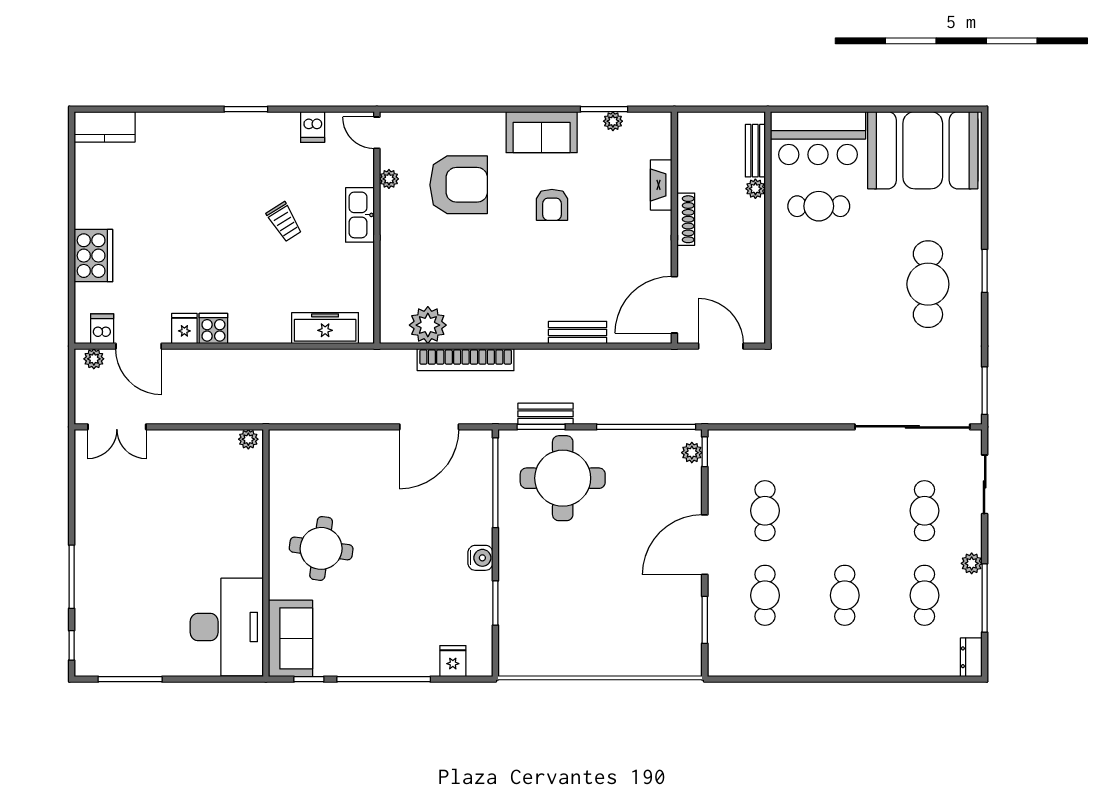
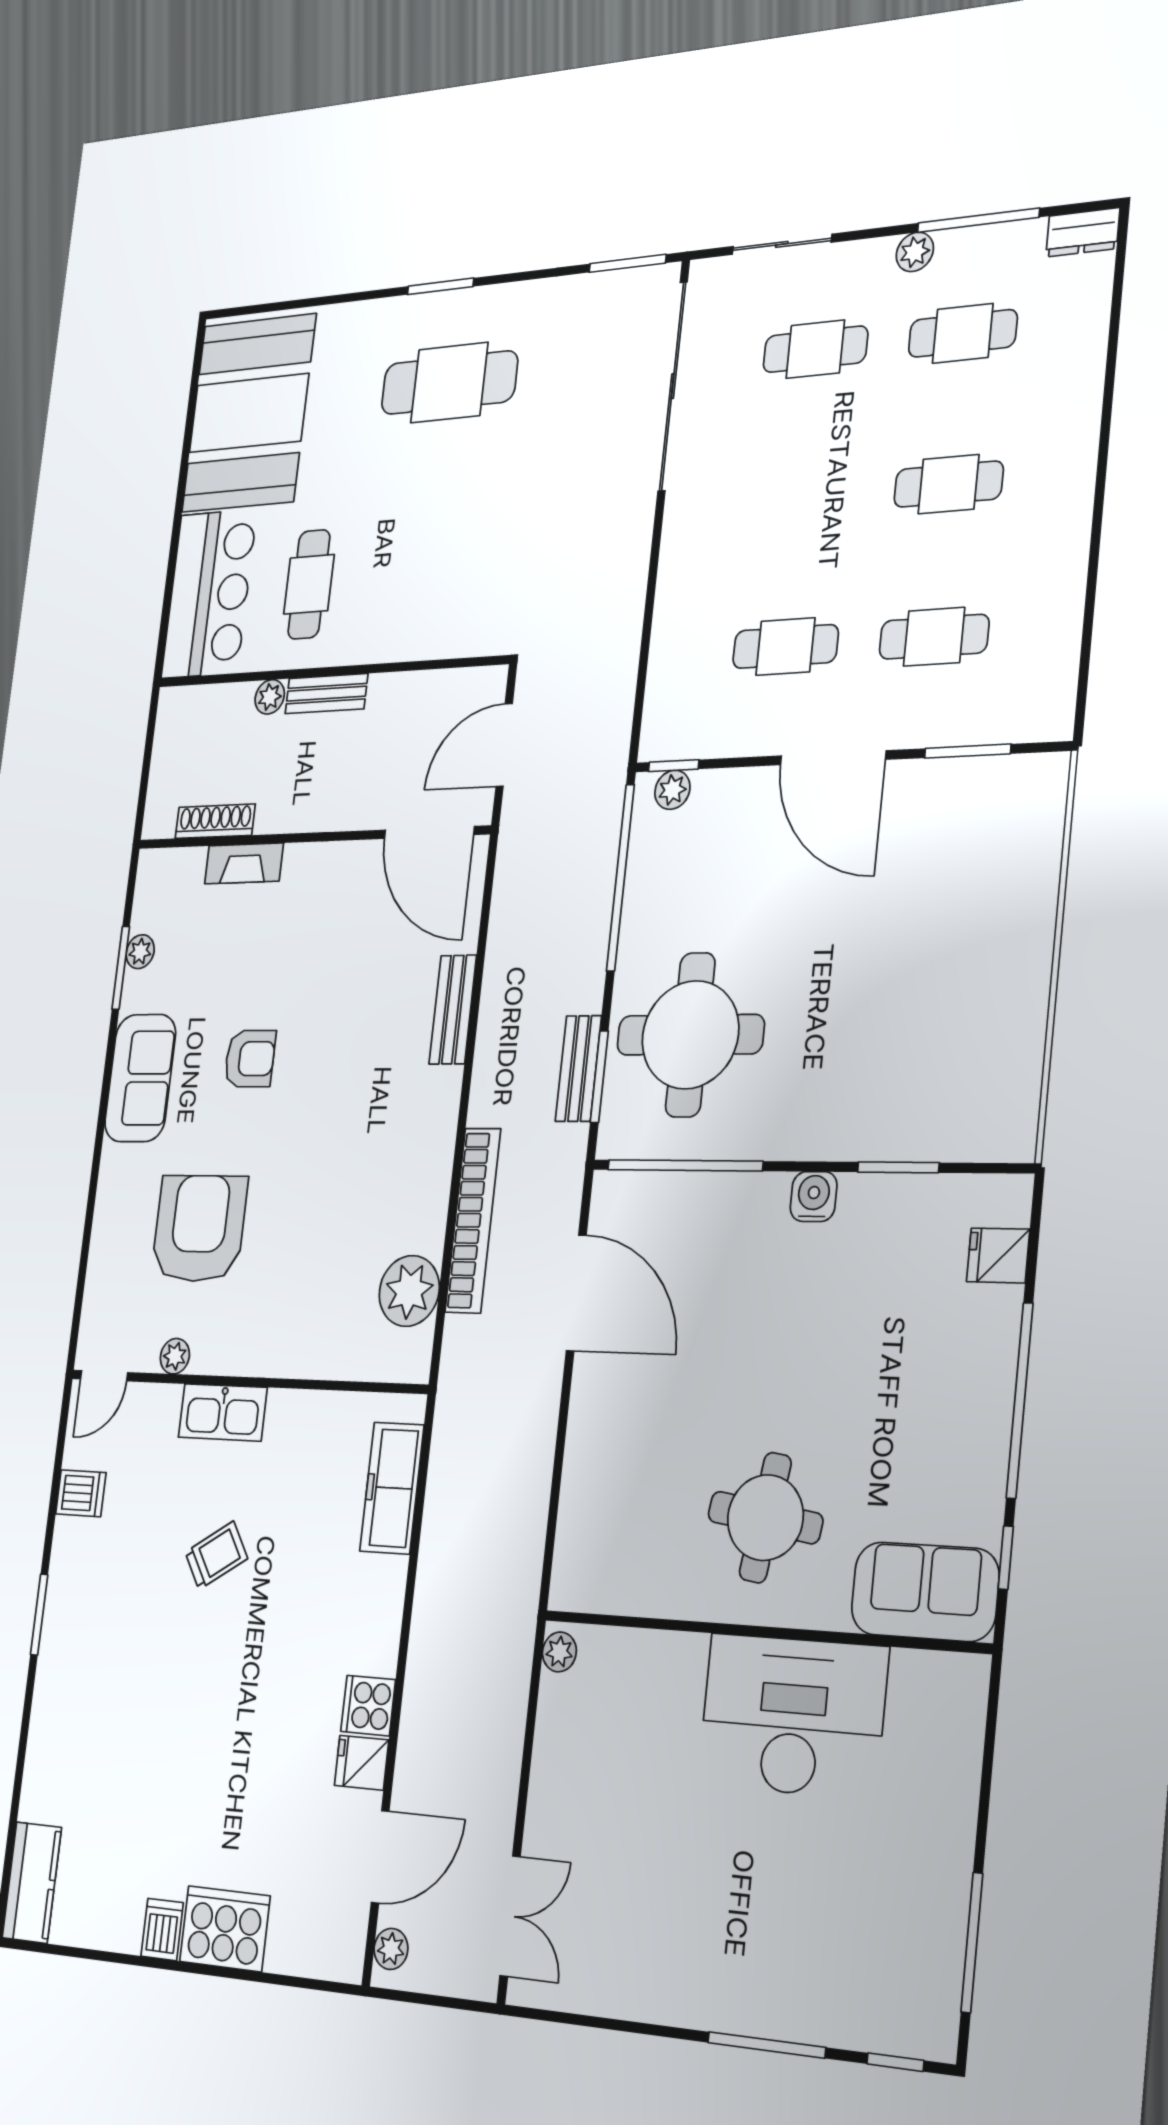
bench: (755, 151) -> (326, 694), moved
shoe rack: (686, 219) -> (215, 821), moved
dishwasher: (102, 329) -> (162, 1929), moved, turned 90
desk: (227, 627) -> (793, 1716), moved

